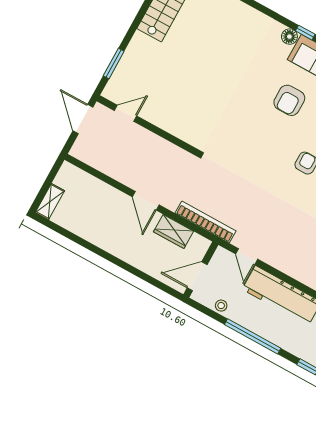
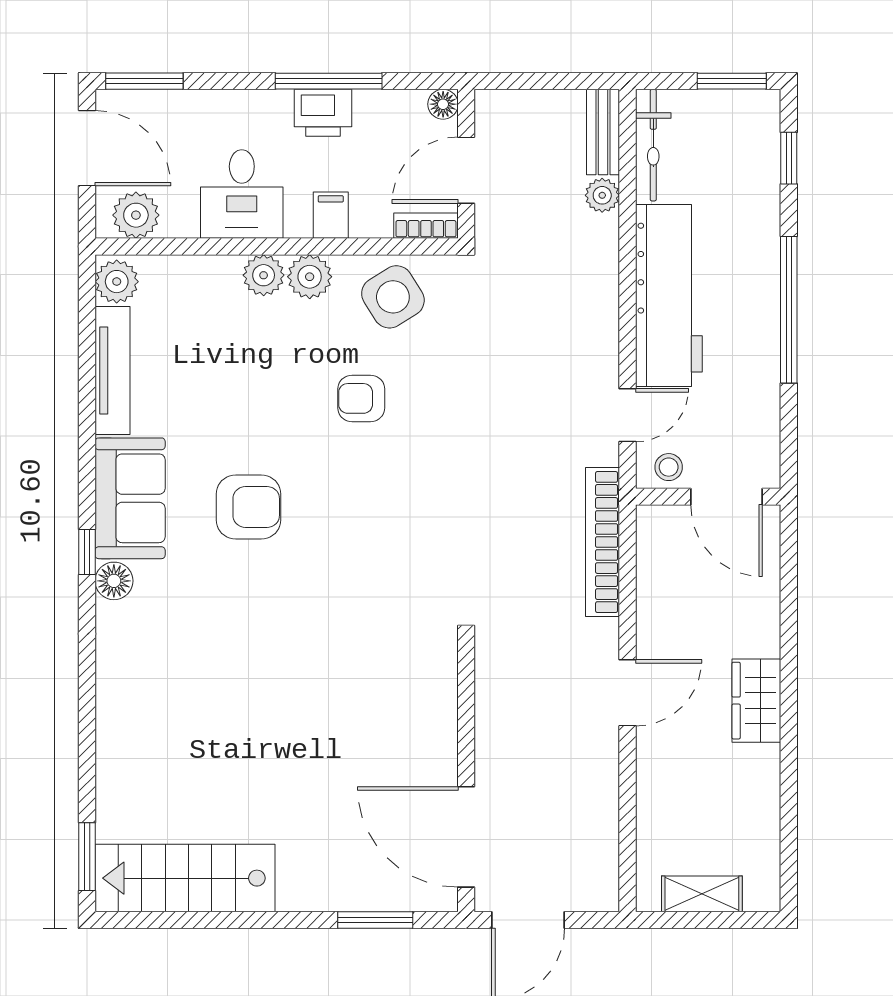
door: (126, 113) -> (466, 837), width x1.88
shelving: (50, 202) -> (702, 894), moved
wardrobe: (174, 232) -> (756, 701), moved, turned 180
stool: (221, 306) -> (669, 467), moved

